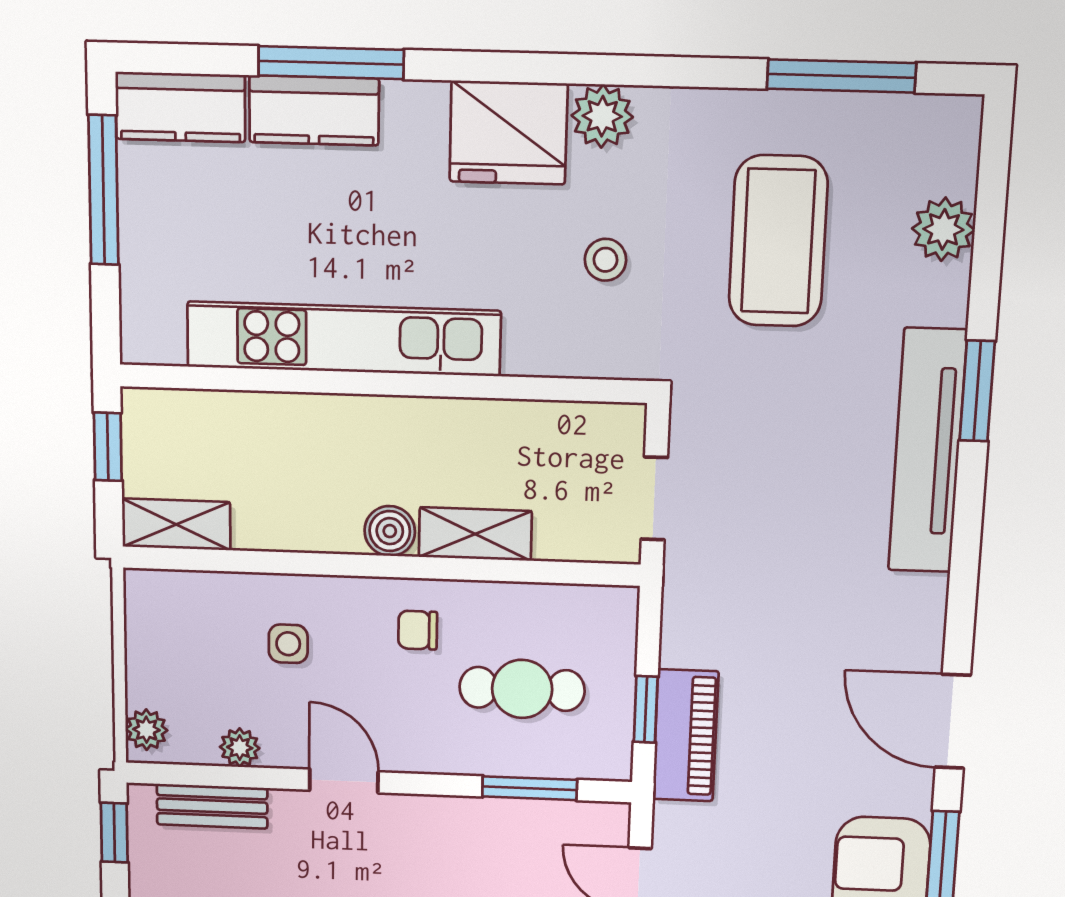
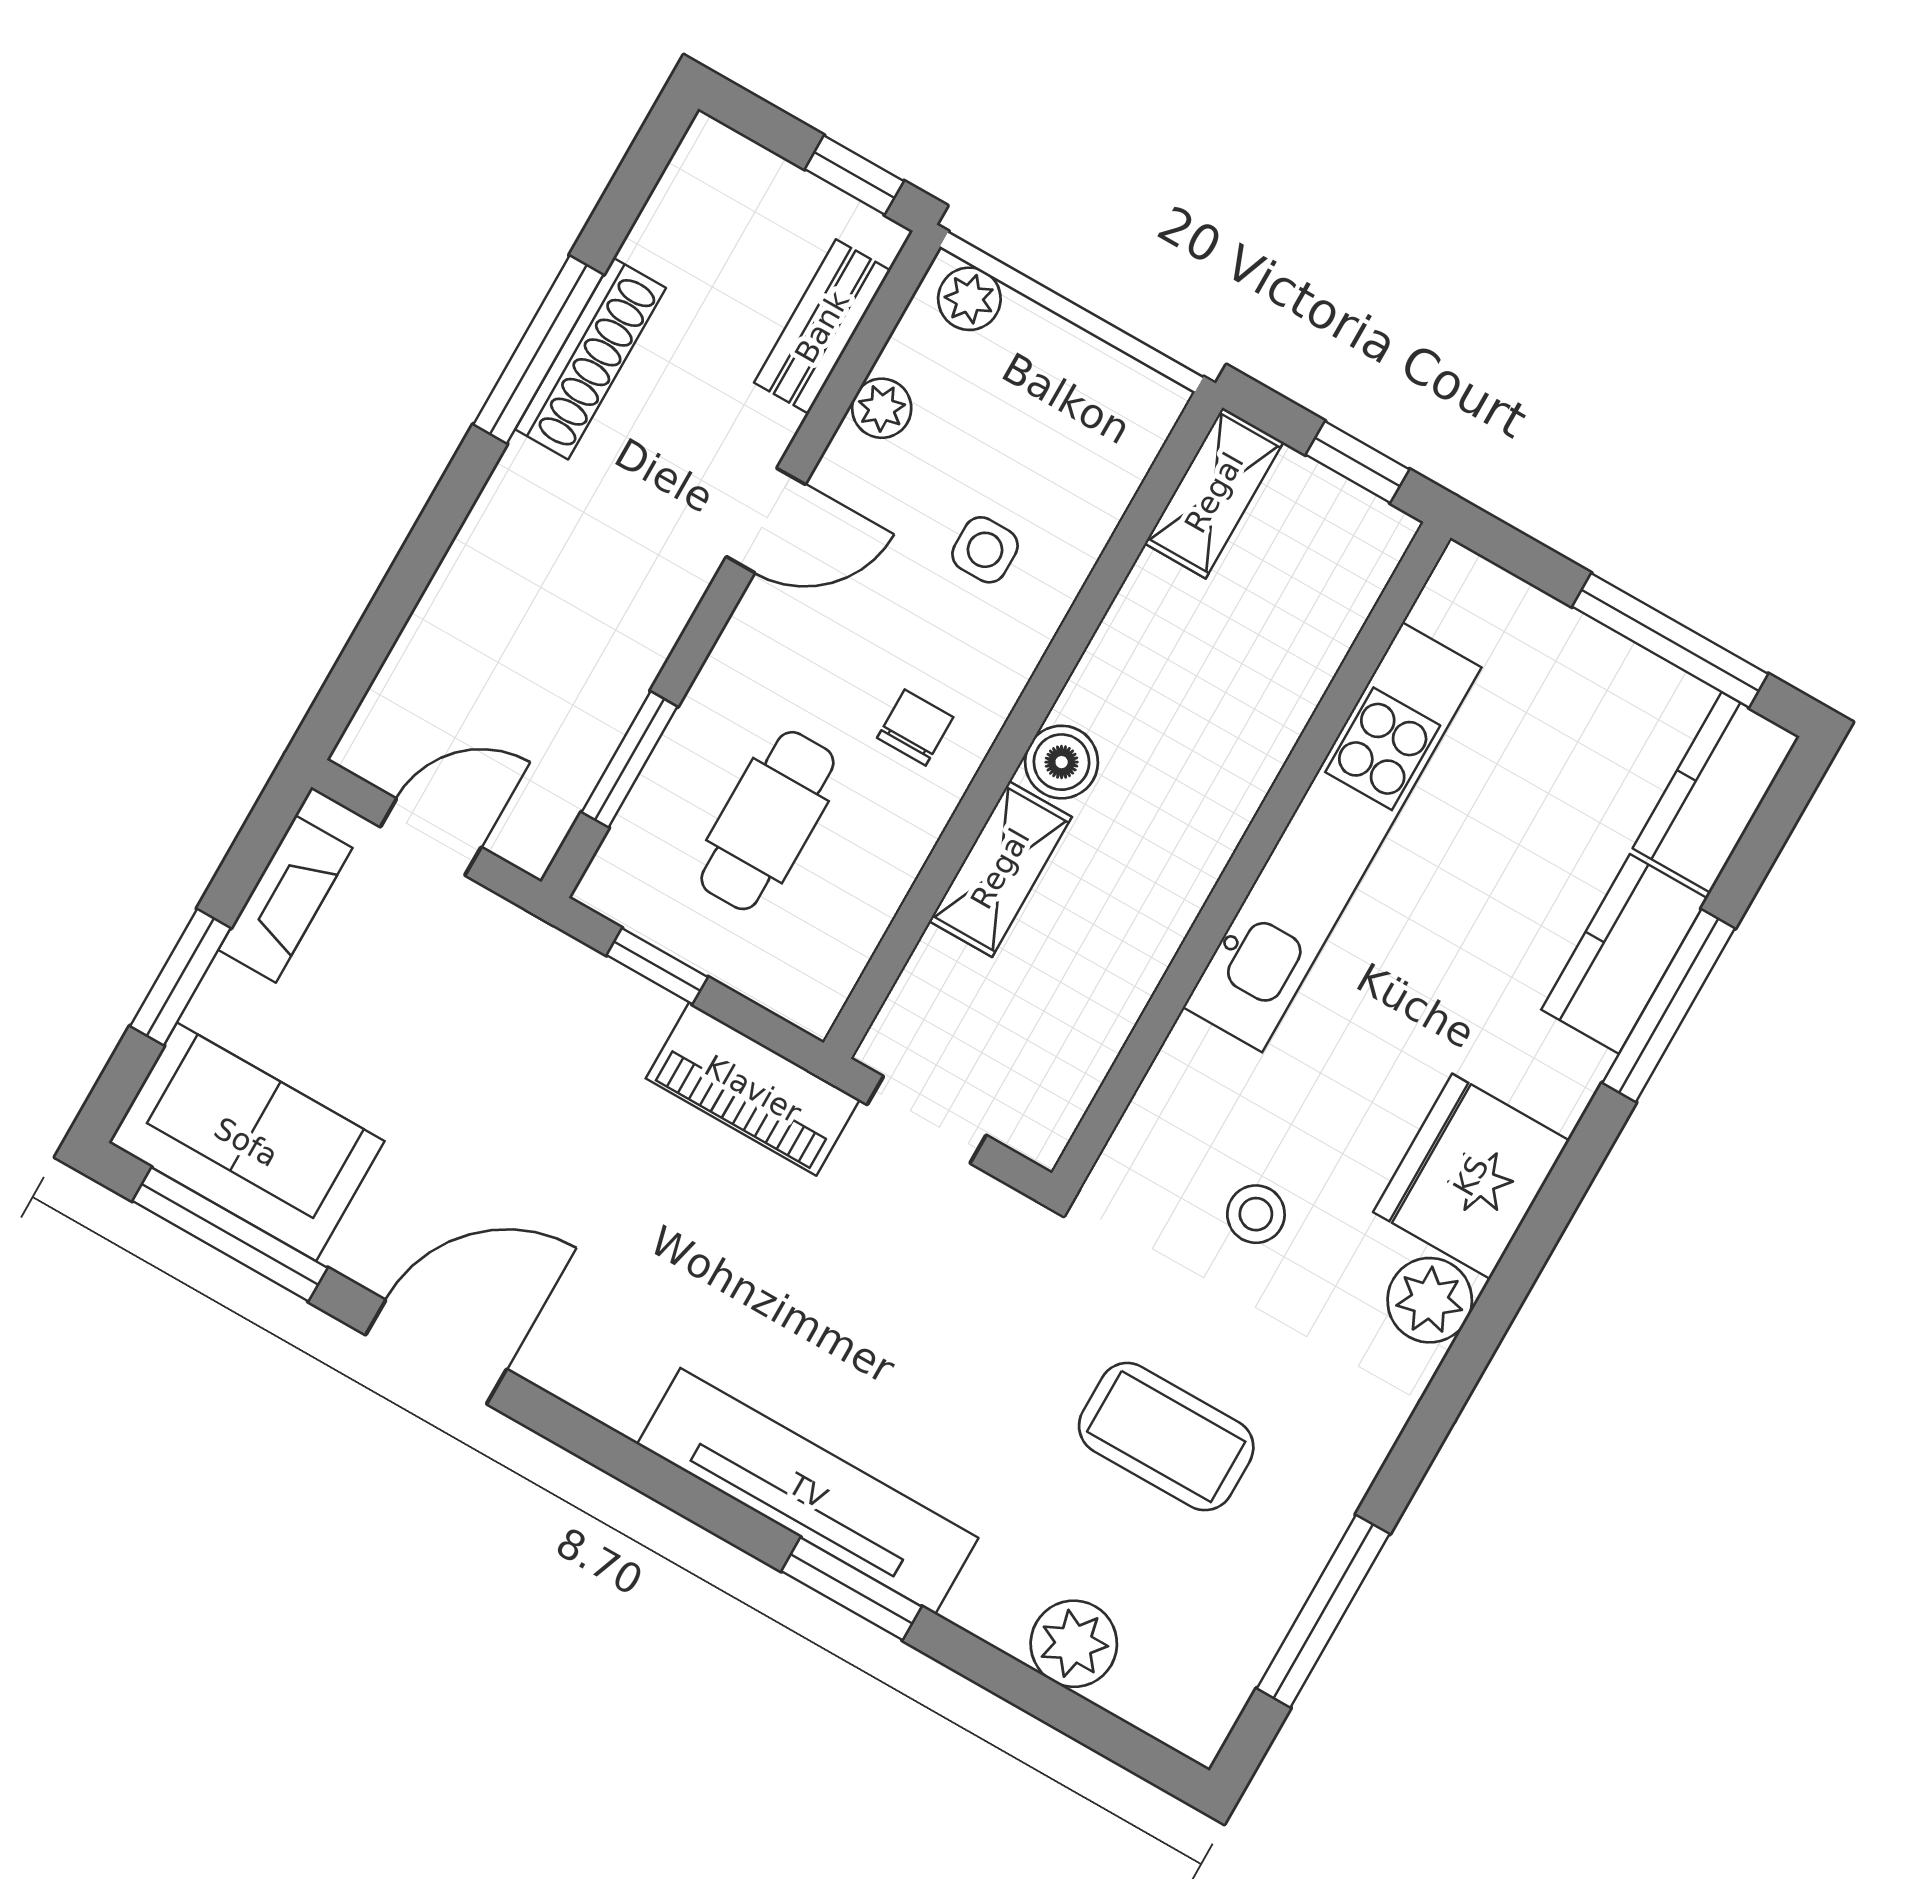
coffee table: (778, 241) -> (1166, 1437), width x0.73, depth x0.76
piano: (685, 735) -> (753, 1089), moved

